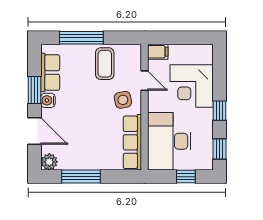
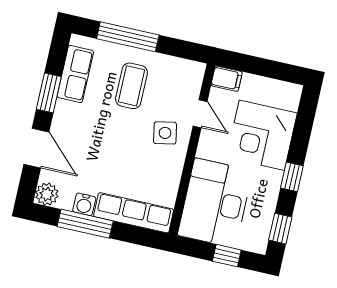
coffee table: (105, 64) -> (131, 86), moved
water cooler: (48, 100) -> (84, 204), moved, turned -90
row of seats: (132, 142) -> (134, 213), moved, turned 90

